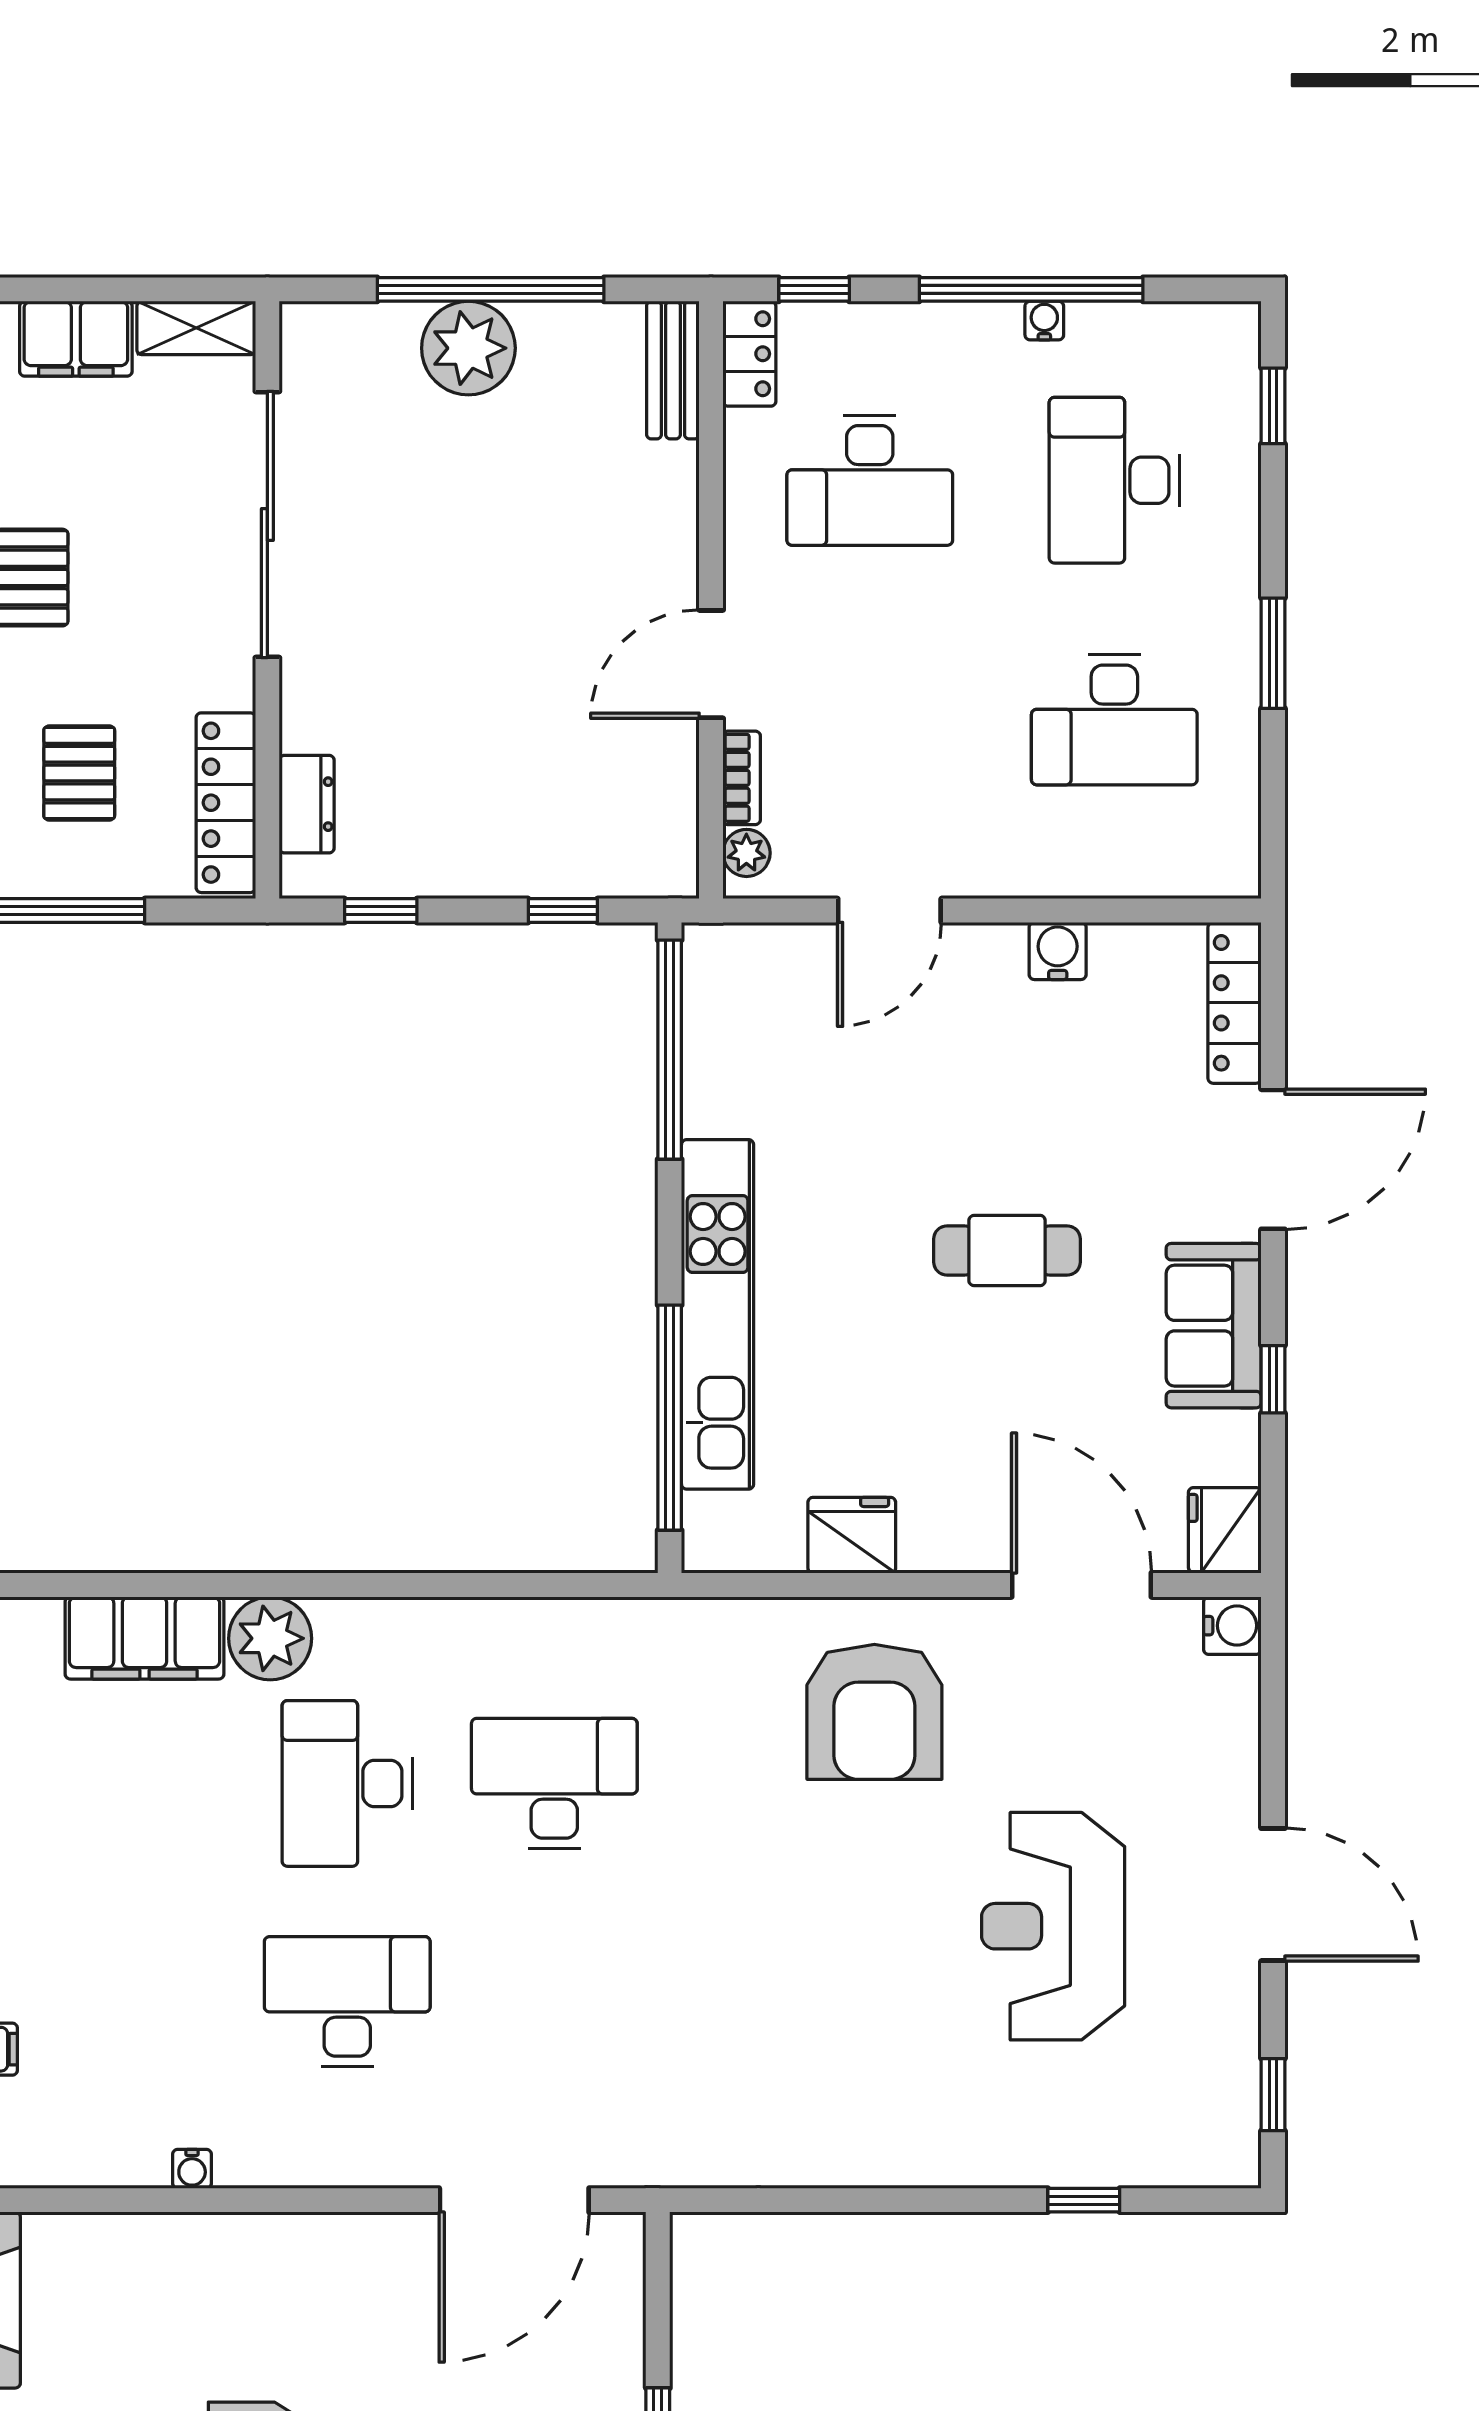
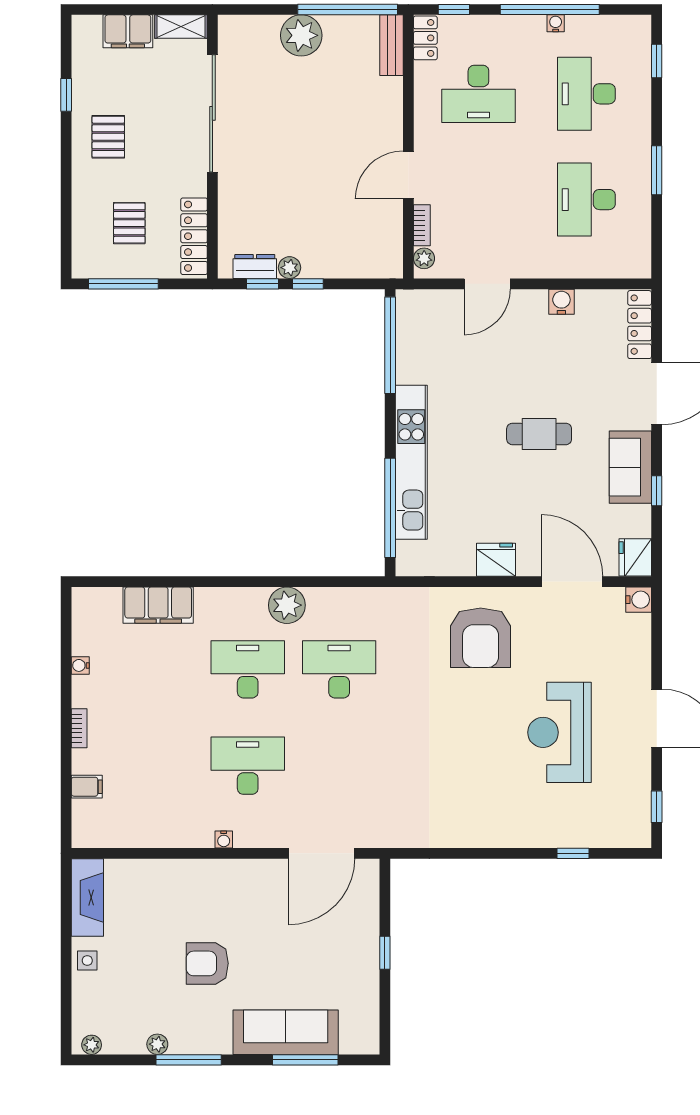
window: (491, 289) -> (348, 10), moved
desk: (1114, 720) -> (586, 200), turned 90
dresser: (307, 804) -> (255, 266), moved, turned -90
plant: (442, 874) -> (290, 268), added
window: (563, 911) -> (308, 284), moved
fridge: (852, 1535) -> (496, 560), moved
plant: (270, 1638) -> (287, 605), moved
desk: (347, 1783) -> (248, 669), turned 90
water cooler: (192, 2169) -> (224, 840), moved

